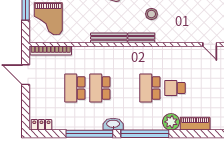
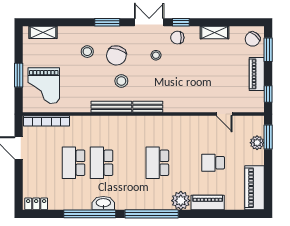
stool: (151, 14) -> (121, 81), moved
school desk: (175, 88) -> (213, 163), moved
washbasin: (113, 124) -> (103, 203), moved

